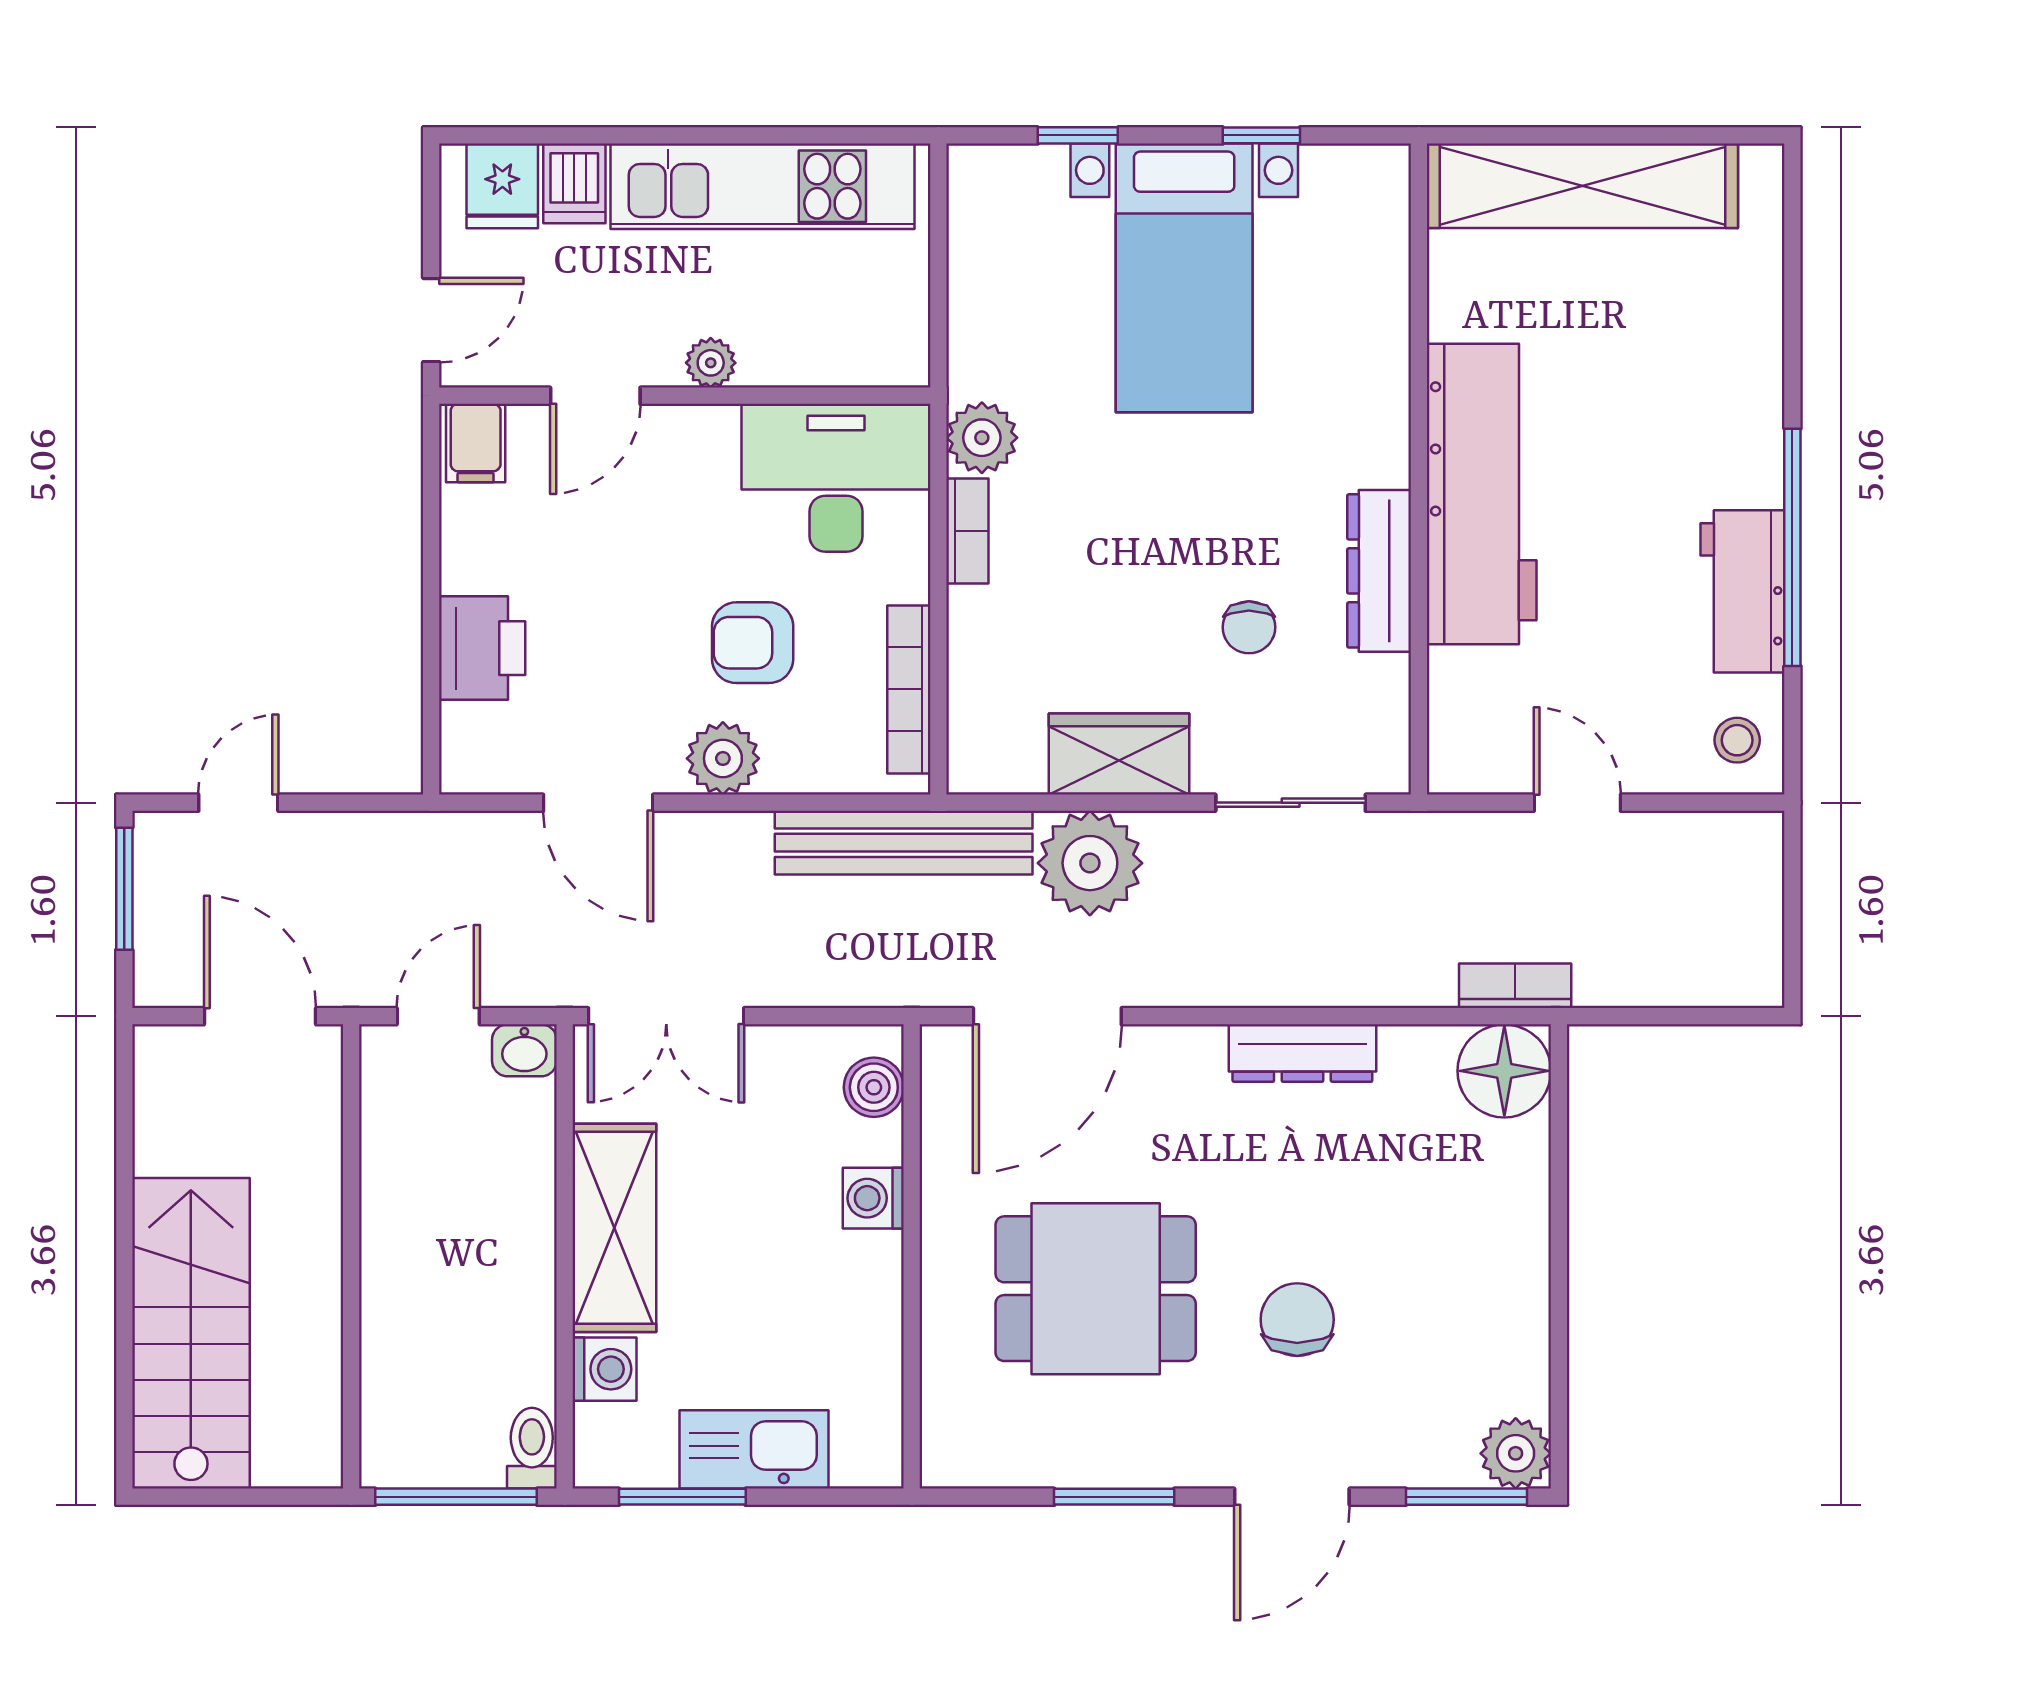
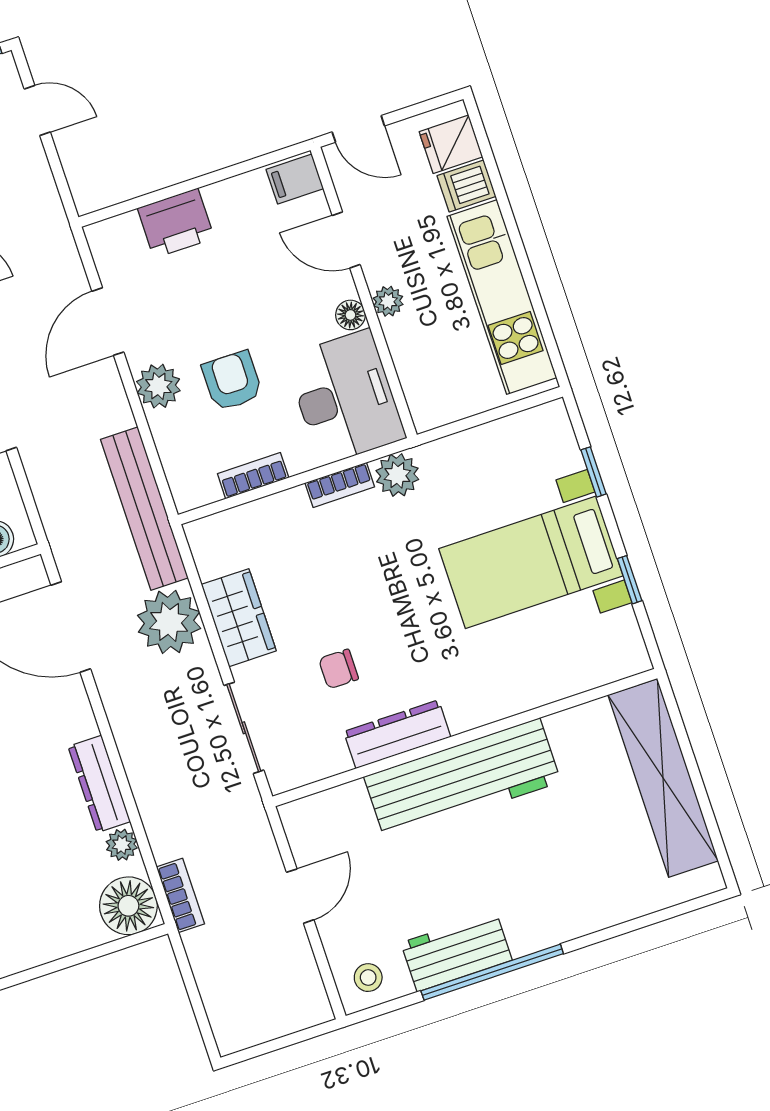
floor lamp: (712, 428) -> (350, 315), added
bookcase: (909, 689) -> (253, 476), width x0.64
plant: (1407, 1050) -> (122, 845), added

